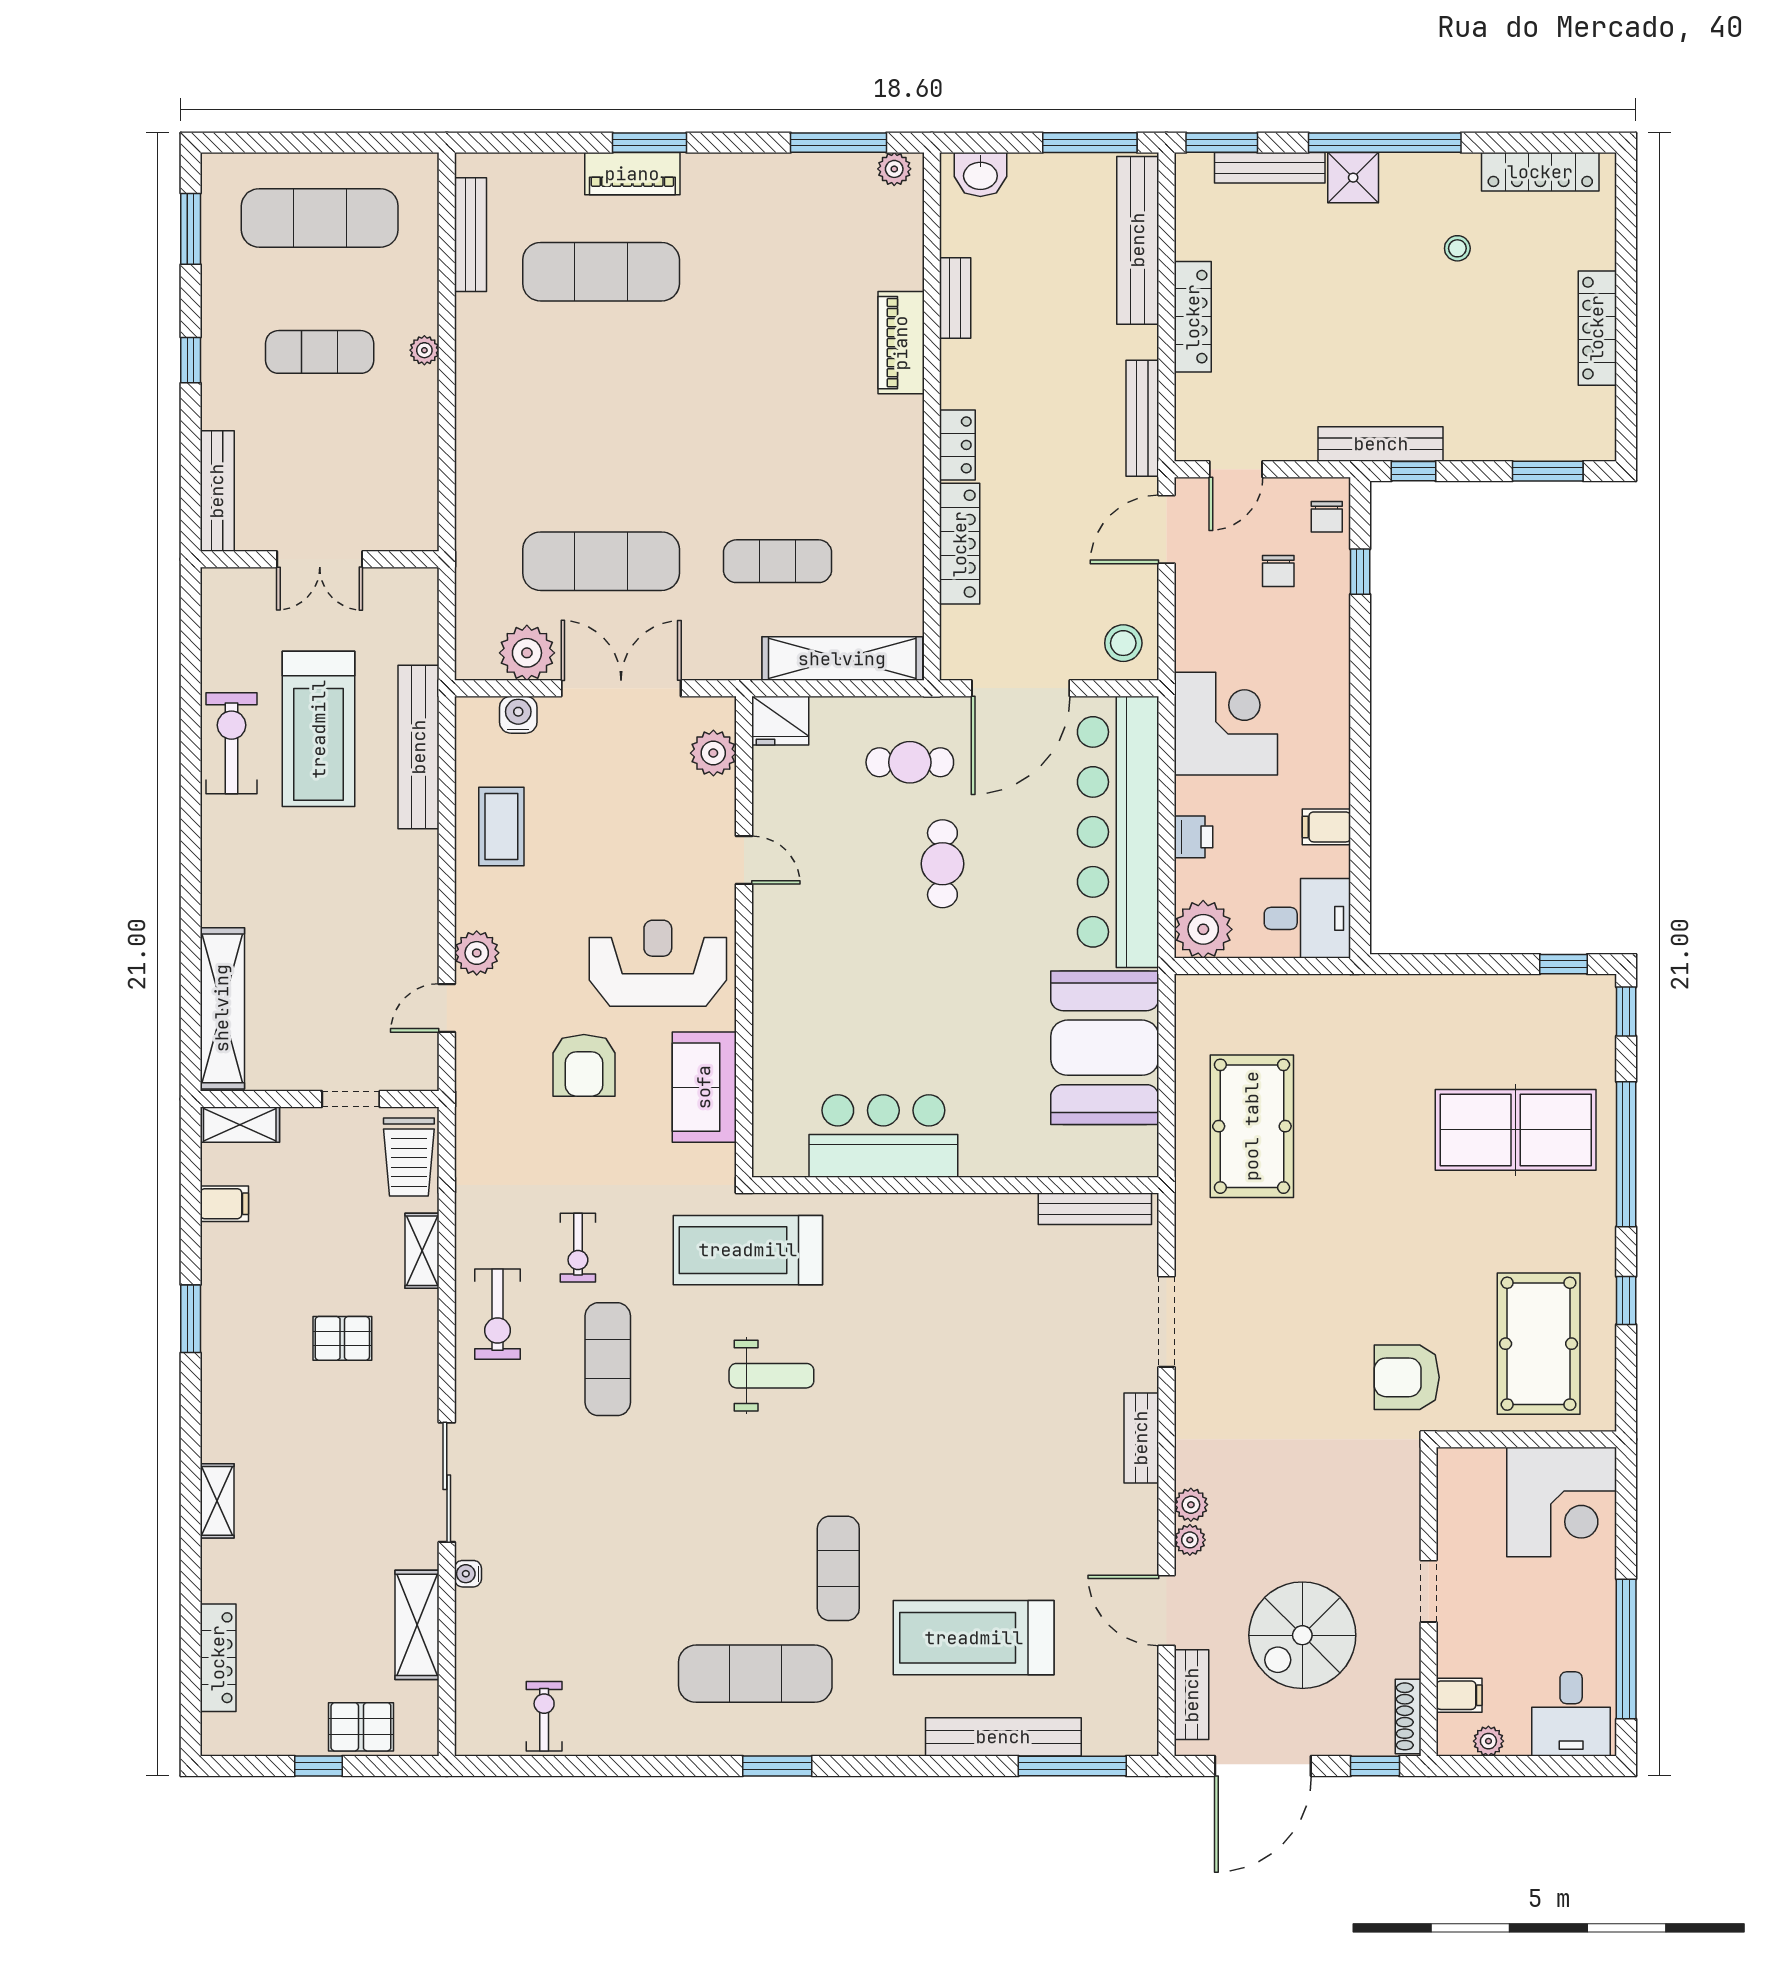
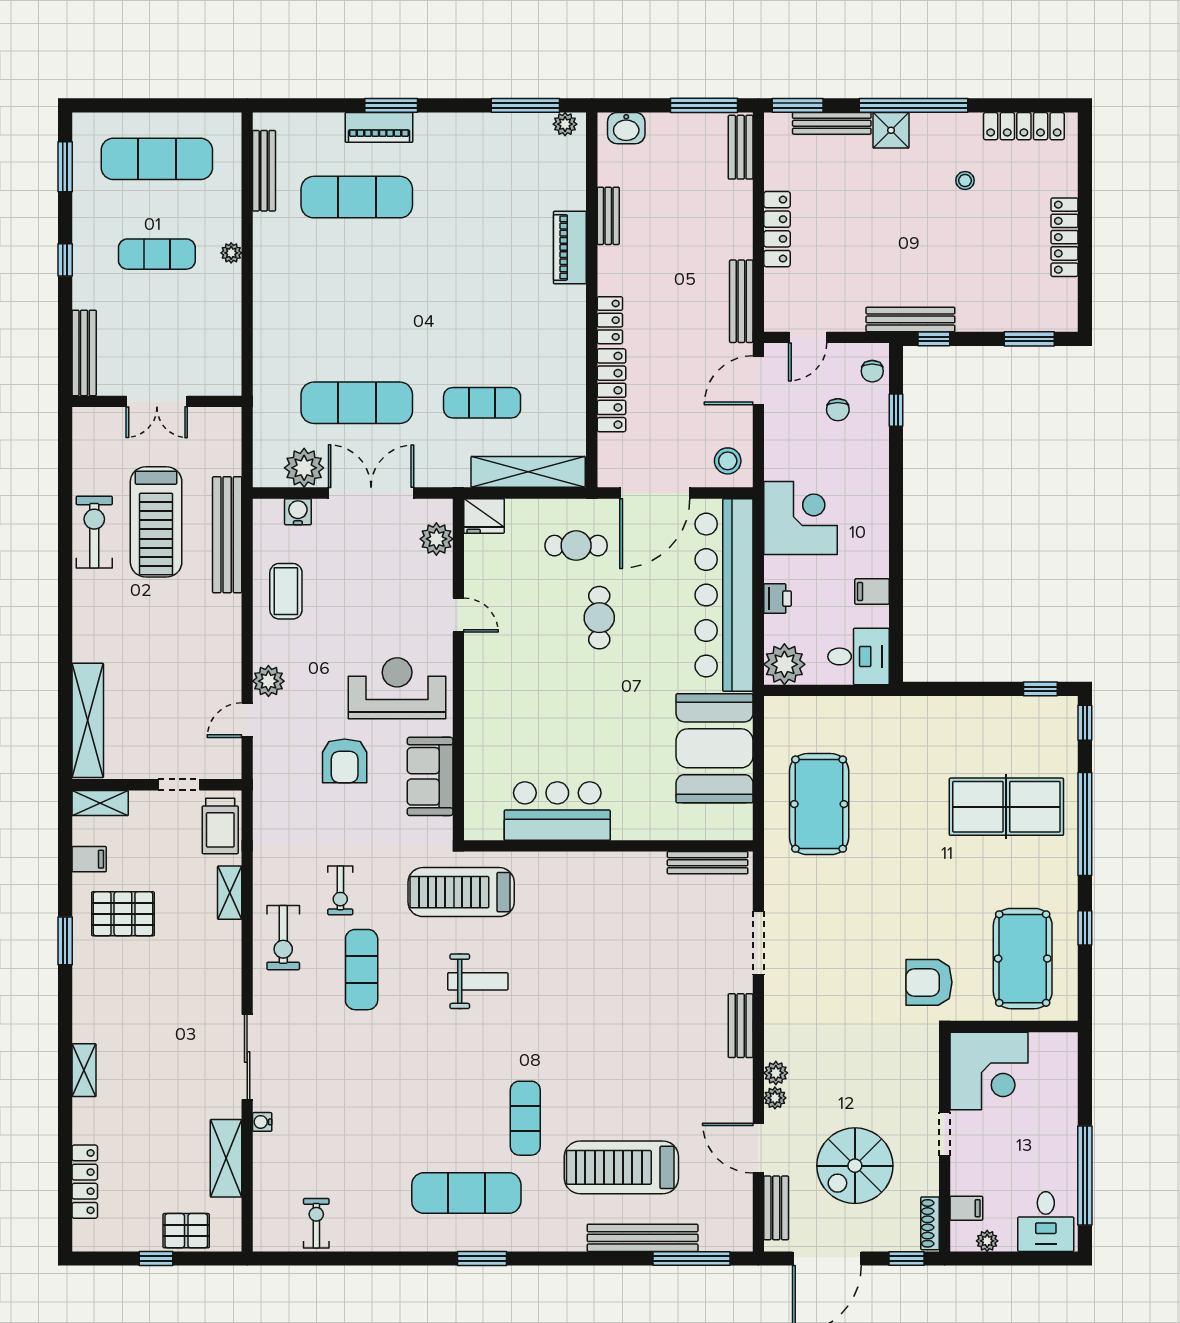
bench: (1138, 240) -> (741, 147), width x0.54, depth x0.82
pallet: (342, 1338) -> (123, 914), moved, width x1.50, depth x1.42
corner desk: (1562, 1502) -> (989, 1071), moved

